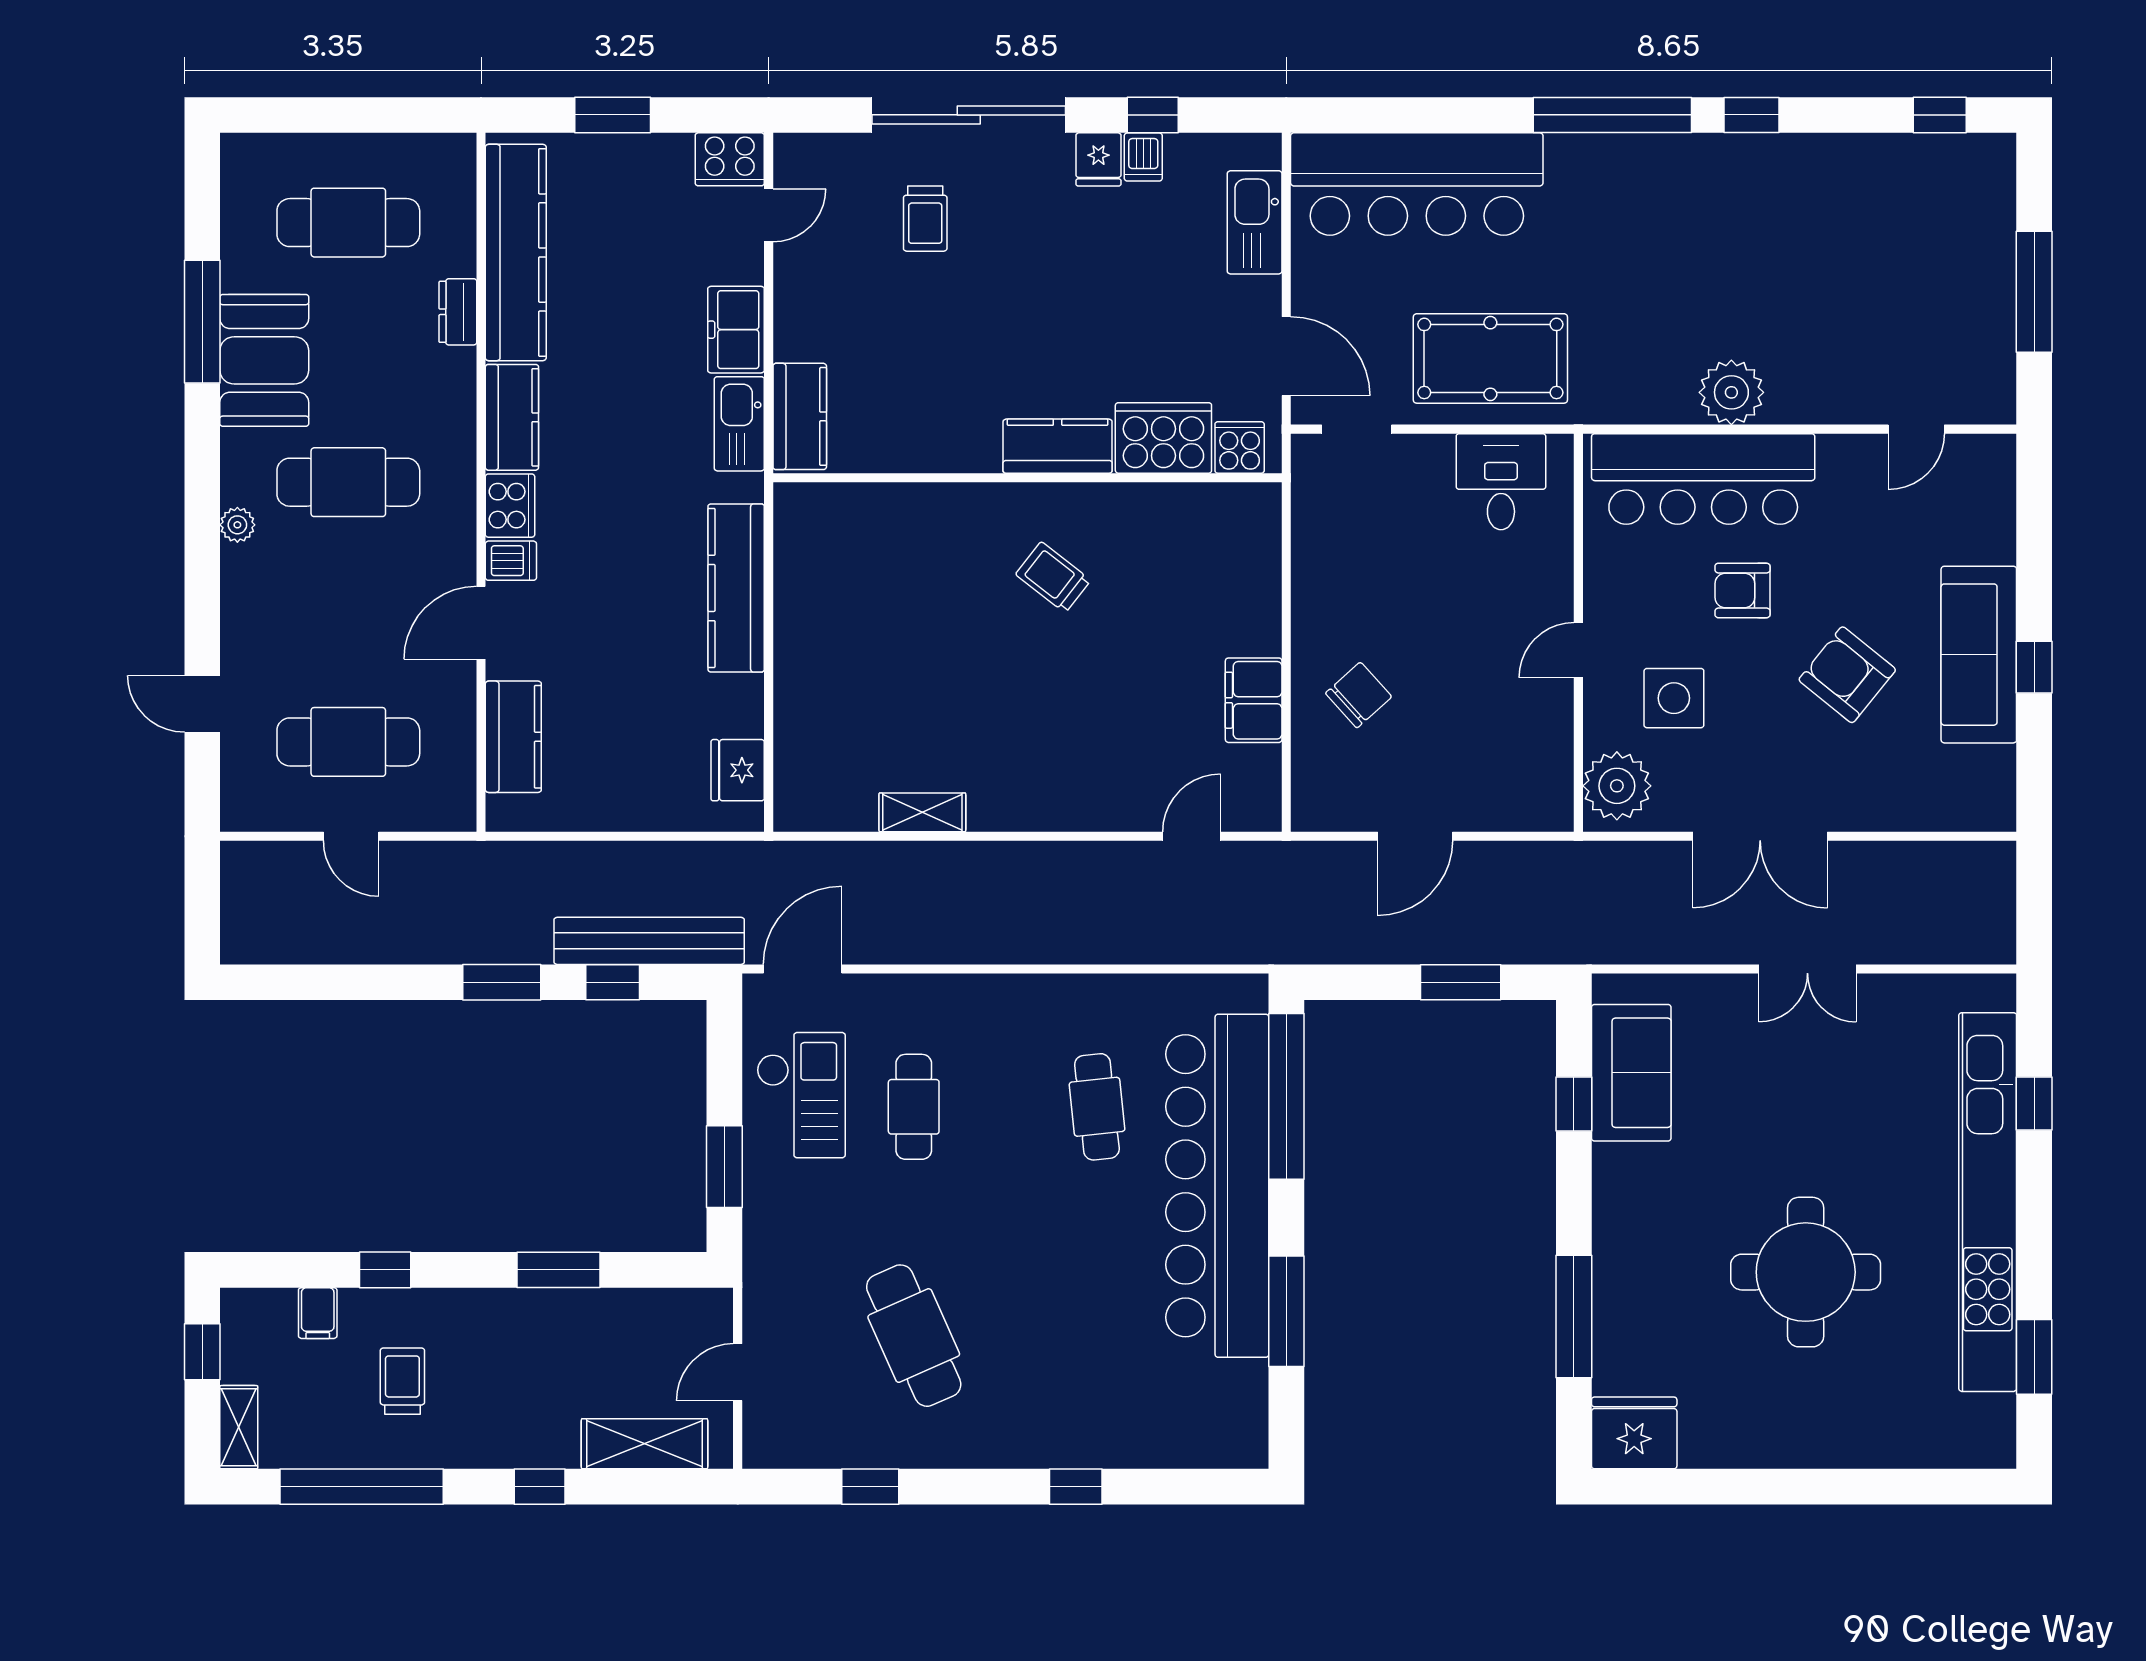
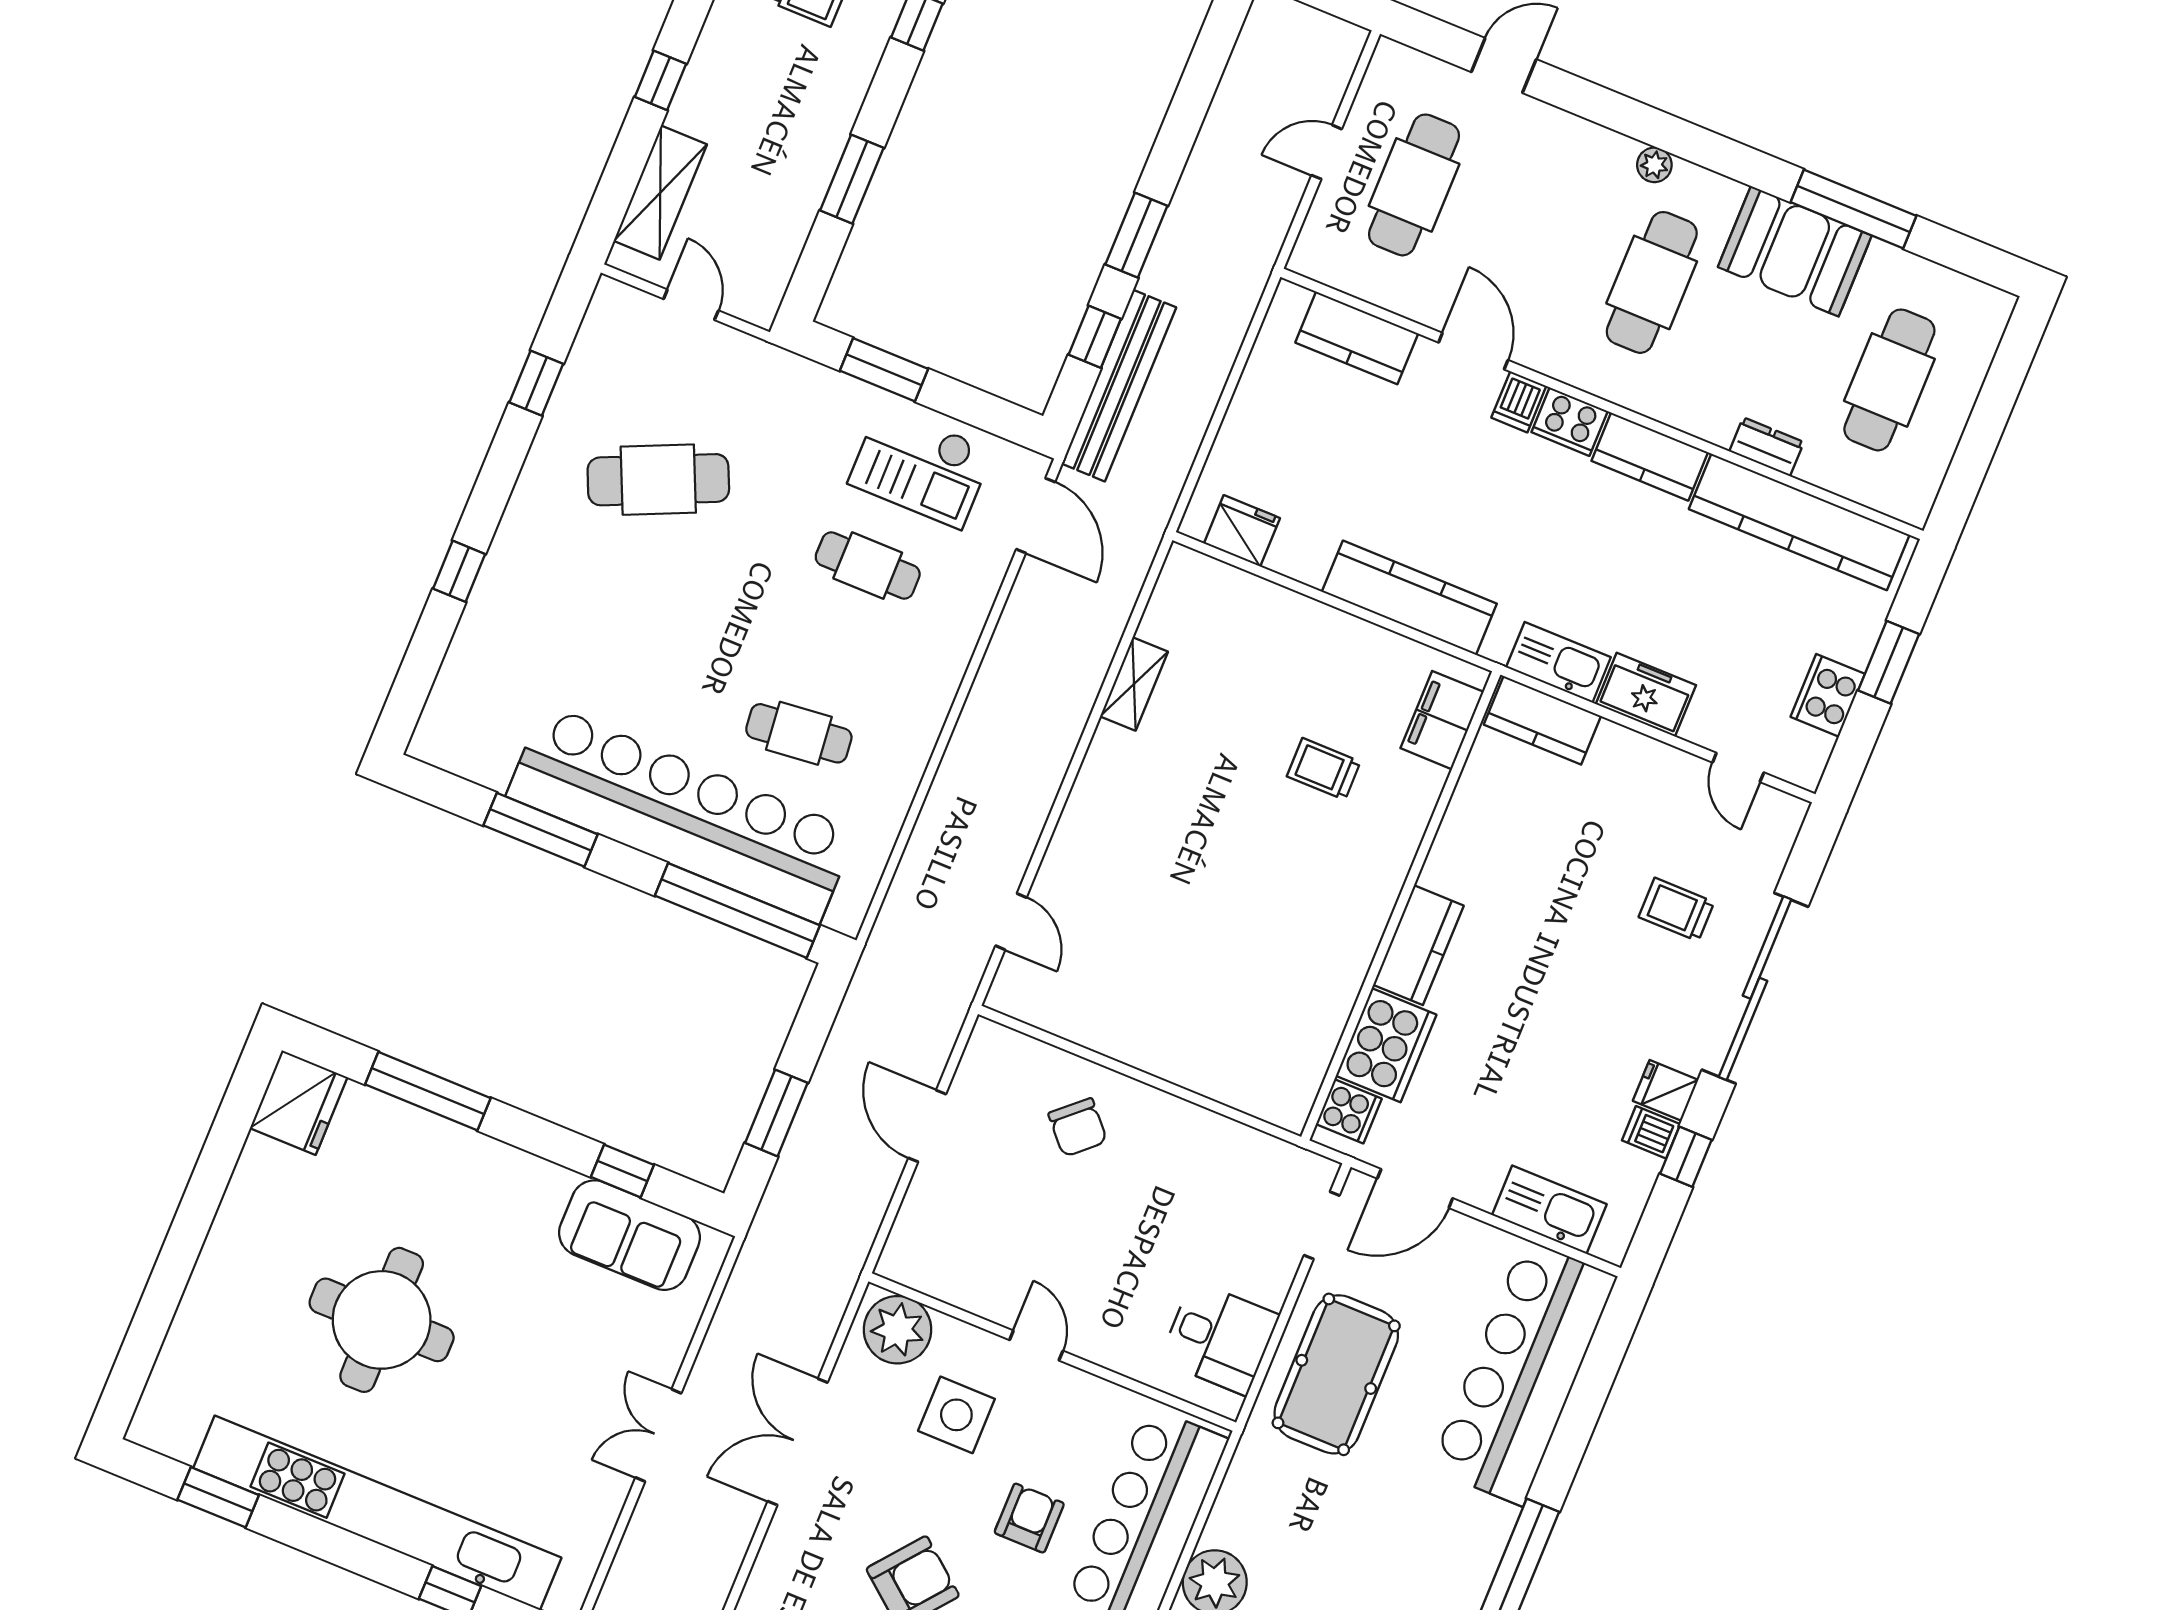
cooker: (730, 159) -> (1828, 695), moved
trolley: (1053, 577) -> (1324, 769), moved, turned -128
filing cabinet: (1254, 700) -> (1442, 720), moved, turned -90

